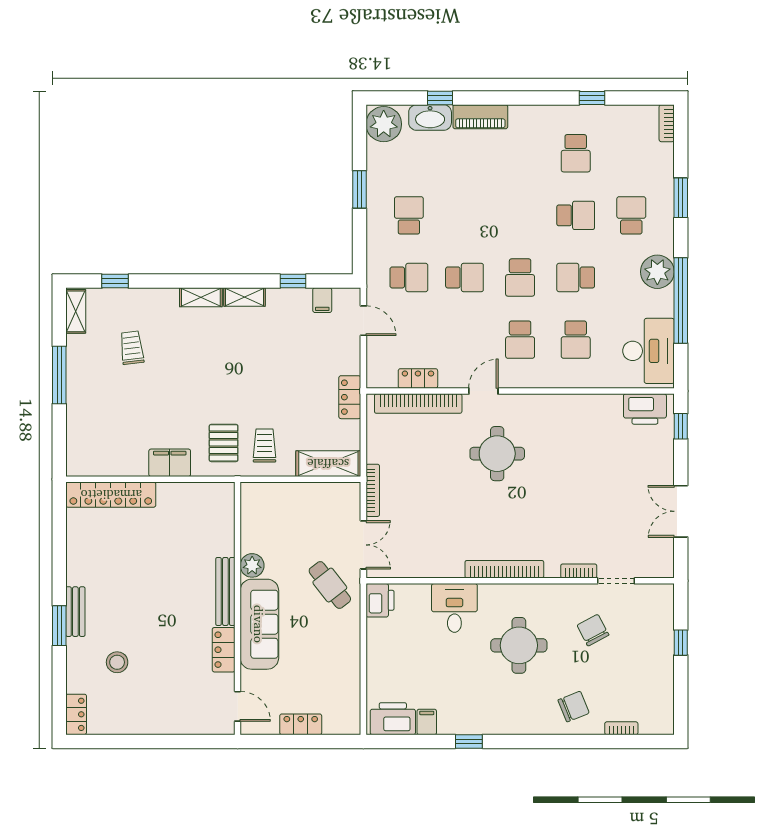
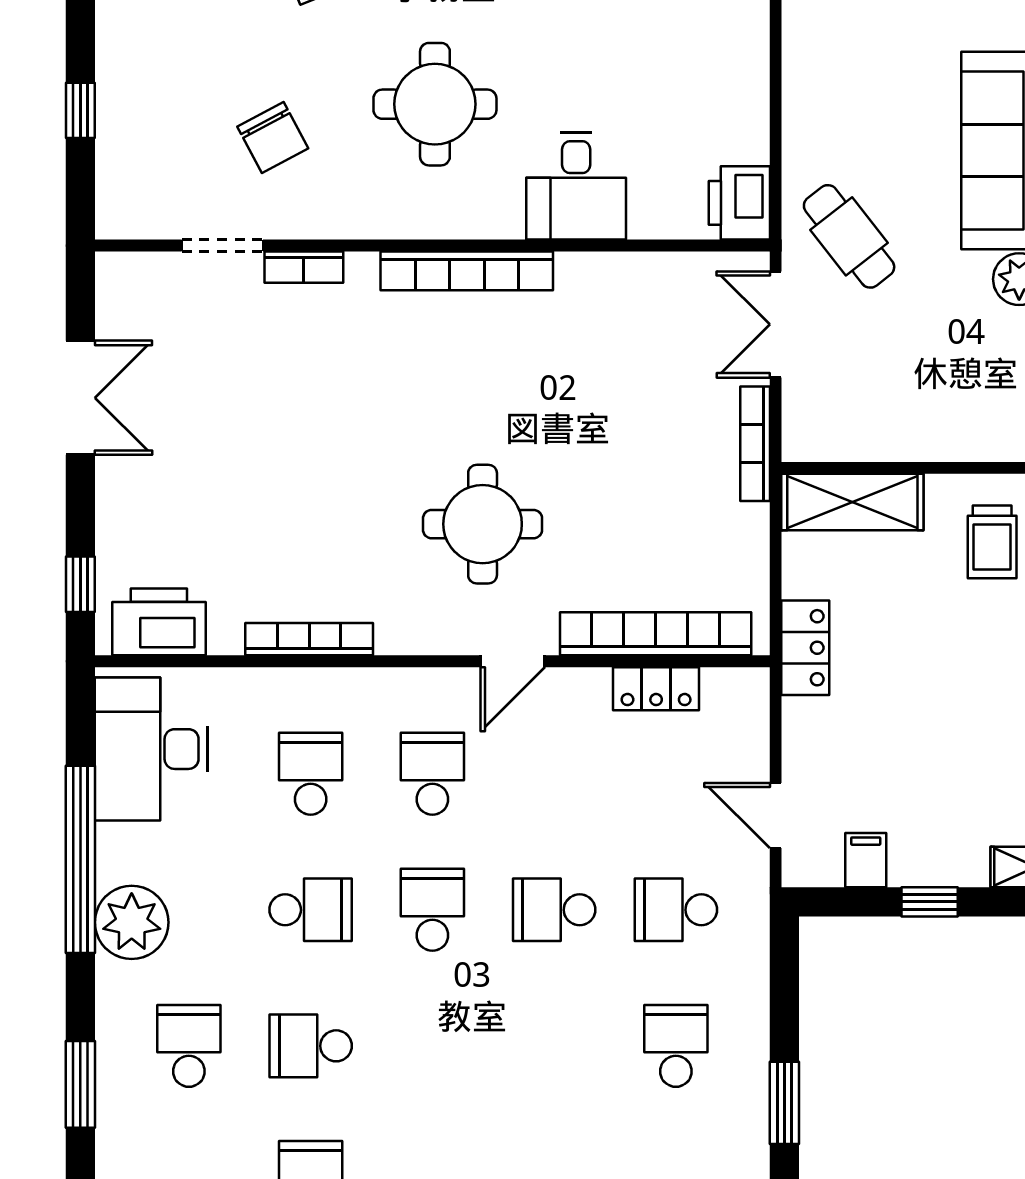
school desk: (409, 215) -> (676, 1046), turned 180
school desk: (631, 215) -> (189, 1046), turned 180
bookcase: (576, 401) -> (309, 639), added

